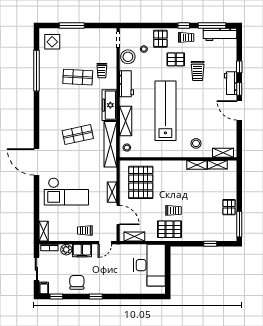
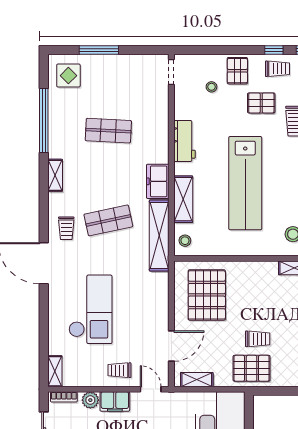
stool: (128, 57) -> (187, 99), removed
trolley: (102, 71) -> (66, 228), moved
freezer: (109, 105) -> (158, 181), width x0.71
lab bench: (165, 111) -> (245, 183), turned 180
checkout: (66, 191) -> (90, 309), turned -90
shelving: (112, 192) -> (55, 175), moved
door: (118, 215) -> (171, 346), hinge flipped
door: (105, 243) -> (151, 389), swing flipped

